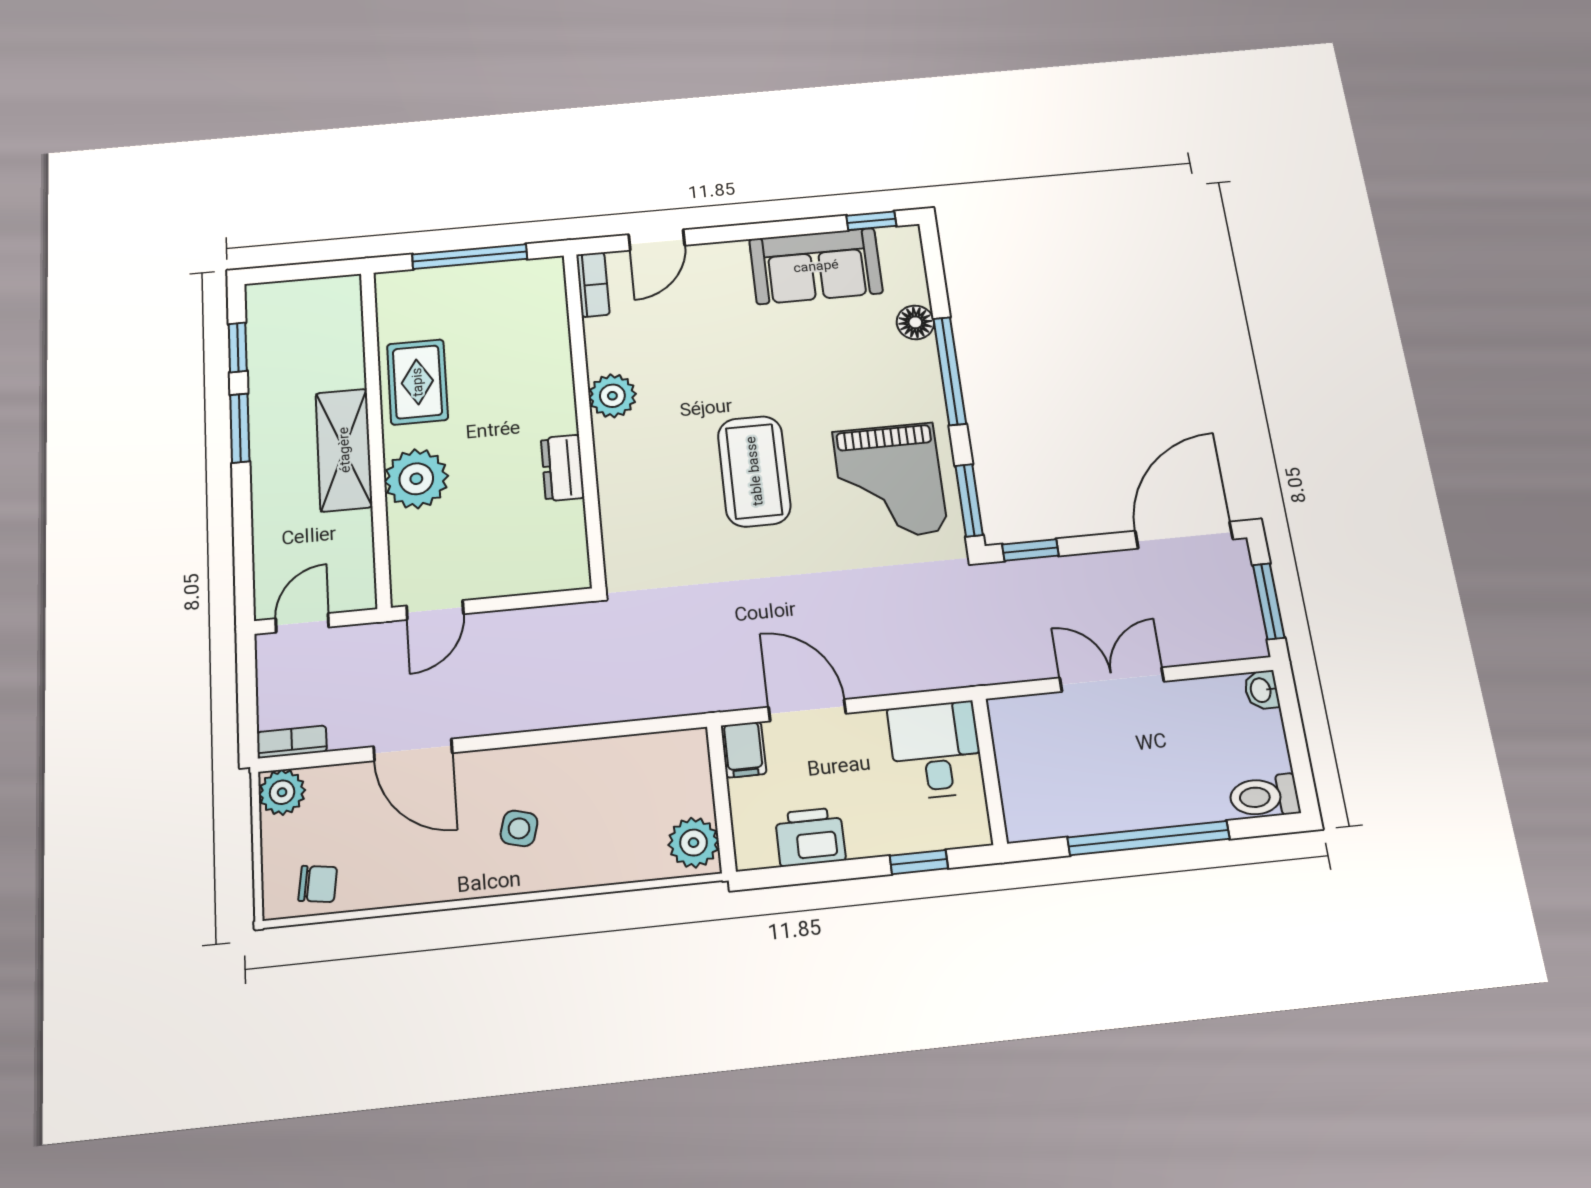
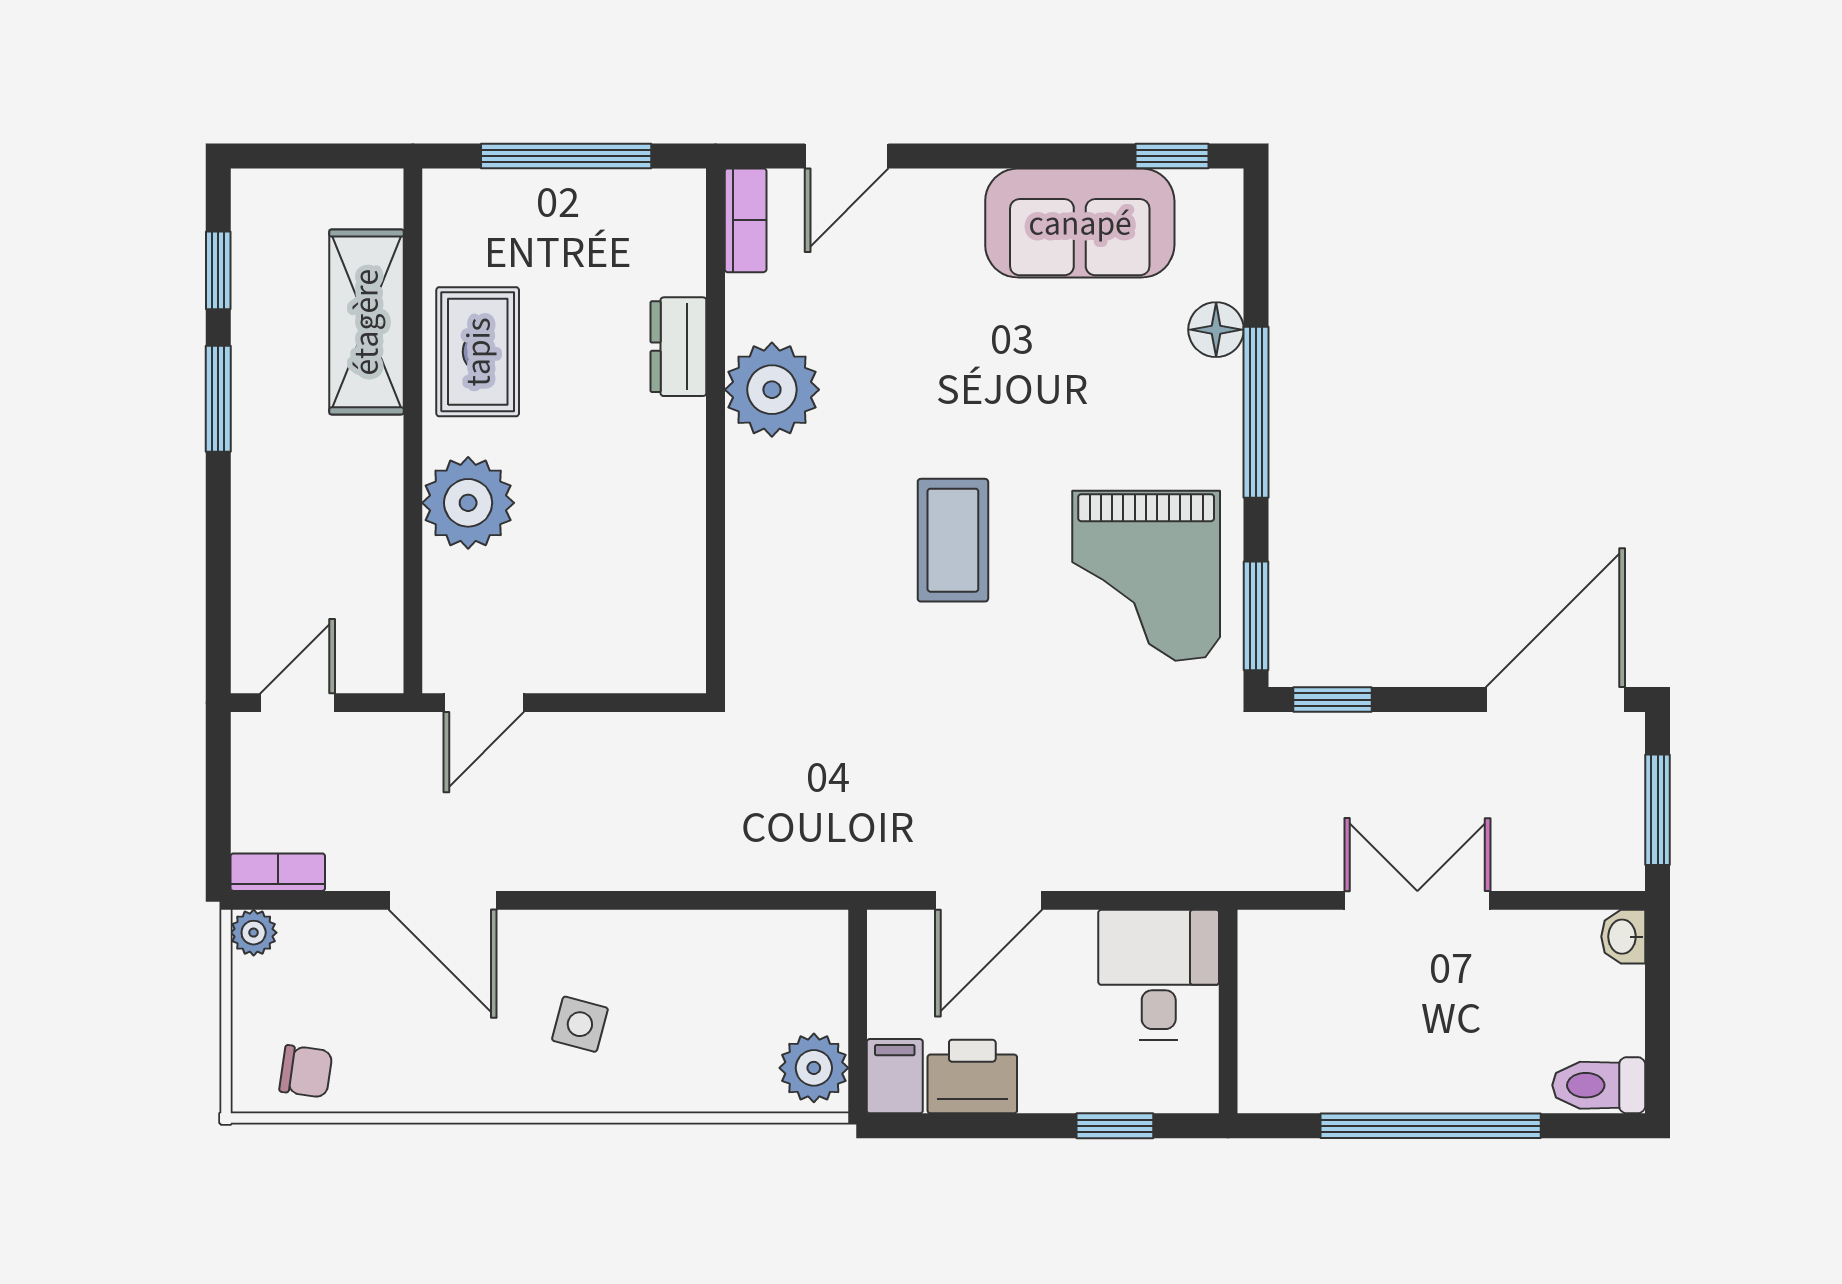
plant: (612, 396) -> (772, 390), width x1.36, depth x1.36
shelving: (344, 450) -> (366, 322), moved
dresser: (563, 468) -> (678, 347), moved
coffee table: (754, 471) -> (953, 540), width x0.73, depth x0.76
door: (807, 710) -> (989, 900), swing flipped
filing cabinet: (744, 750) -> (895, 1076), moved, turned 180
plant: (282, 792) -> (254, 933), width x0.73, depth x0.73

